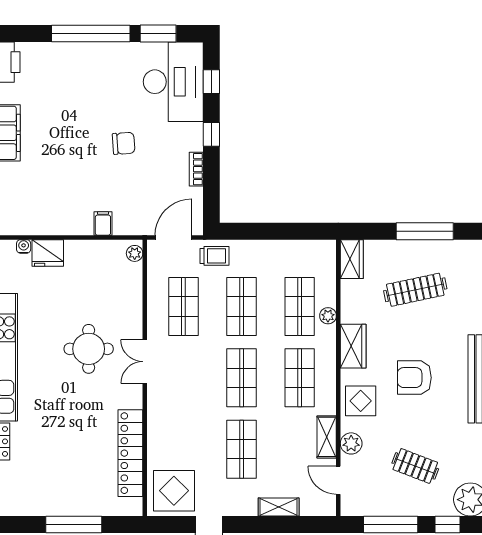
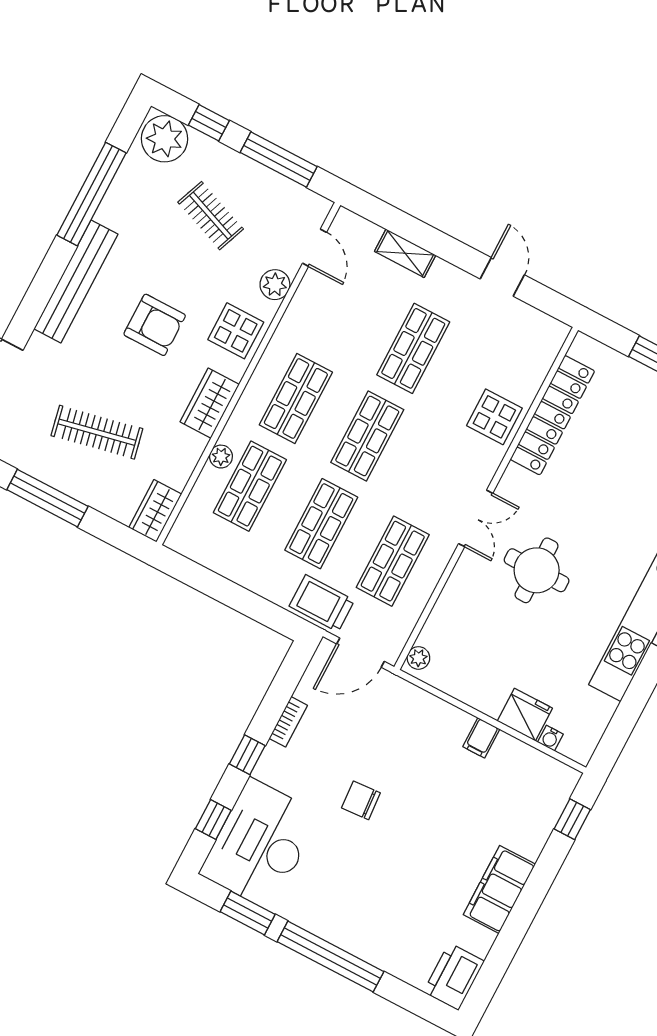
filing cabinet: (103, 223) -> (481, 738), moved
trolley: (215, 256) -> (322, 603), width x1.36, depth x1.39
shelving: (327, 437) -> (301, 308), removed
display table: (174, 491) -> (494, 417), moved, width x0.73, depth x0.73

